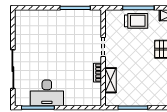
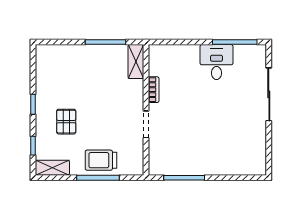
shelving: (110, 80) -> (136, 62), moved
desk: (47, 93) -> (216, 62), width x0.73

